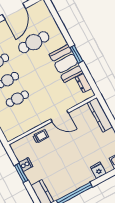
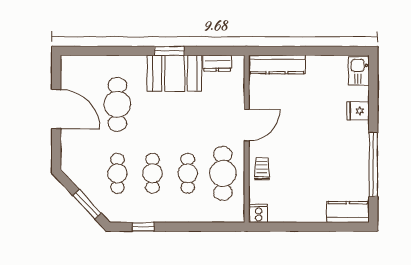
cafe table: (27, 117) -> (223, 173), added
cooker: (26, 165) -> (259, 213), moved
window: (21, 173) -> (301, 227), removed

